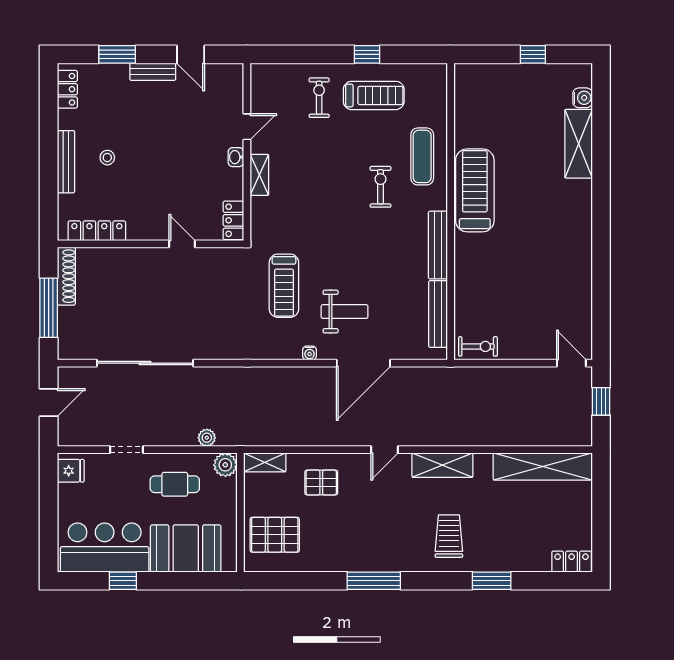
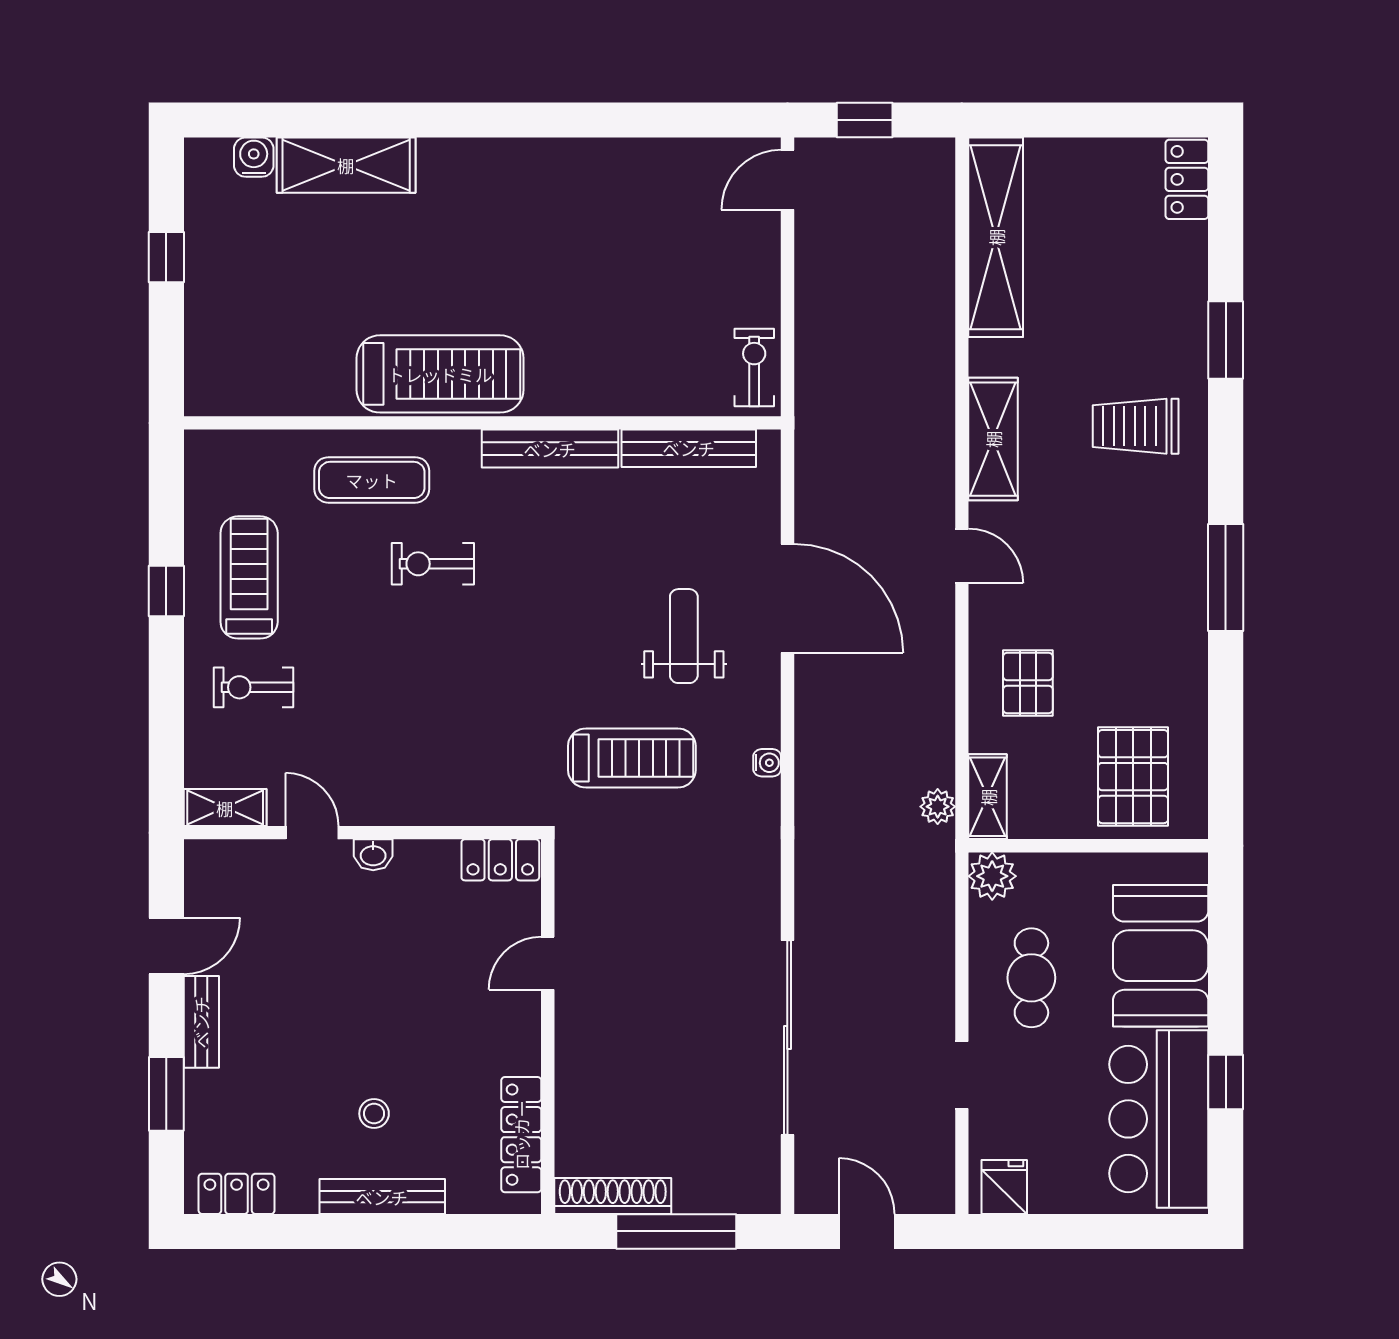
shelving: (259, 175) -> (225, 808), moved
treadmill: (475, 190) -> (440, 374), turned 180
water cooler: (310, 353) -> (767, 763), moved
plant: (207, 438) -> (938, 807), moved

